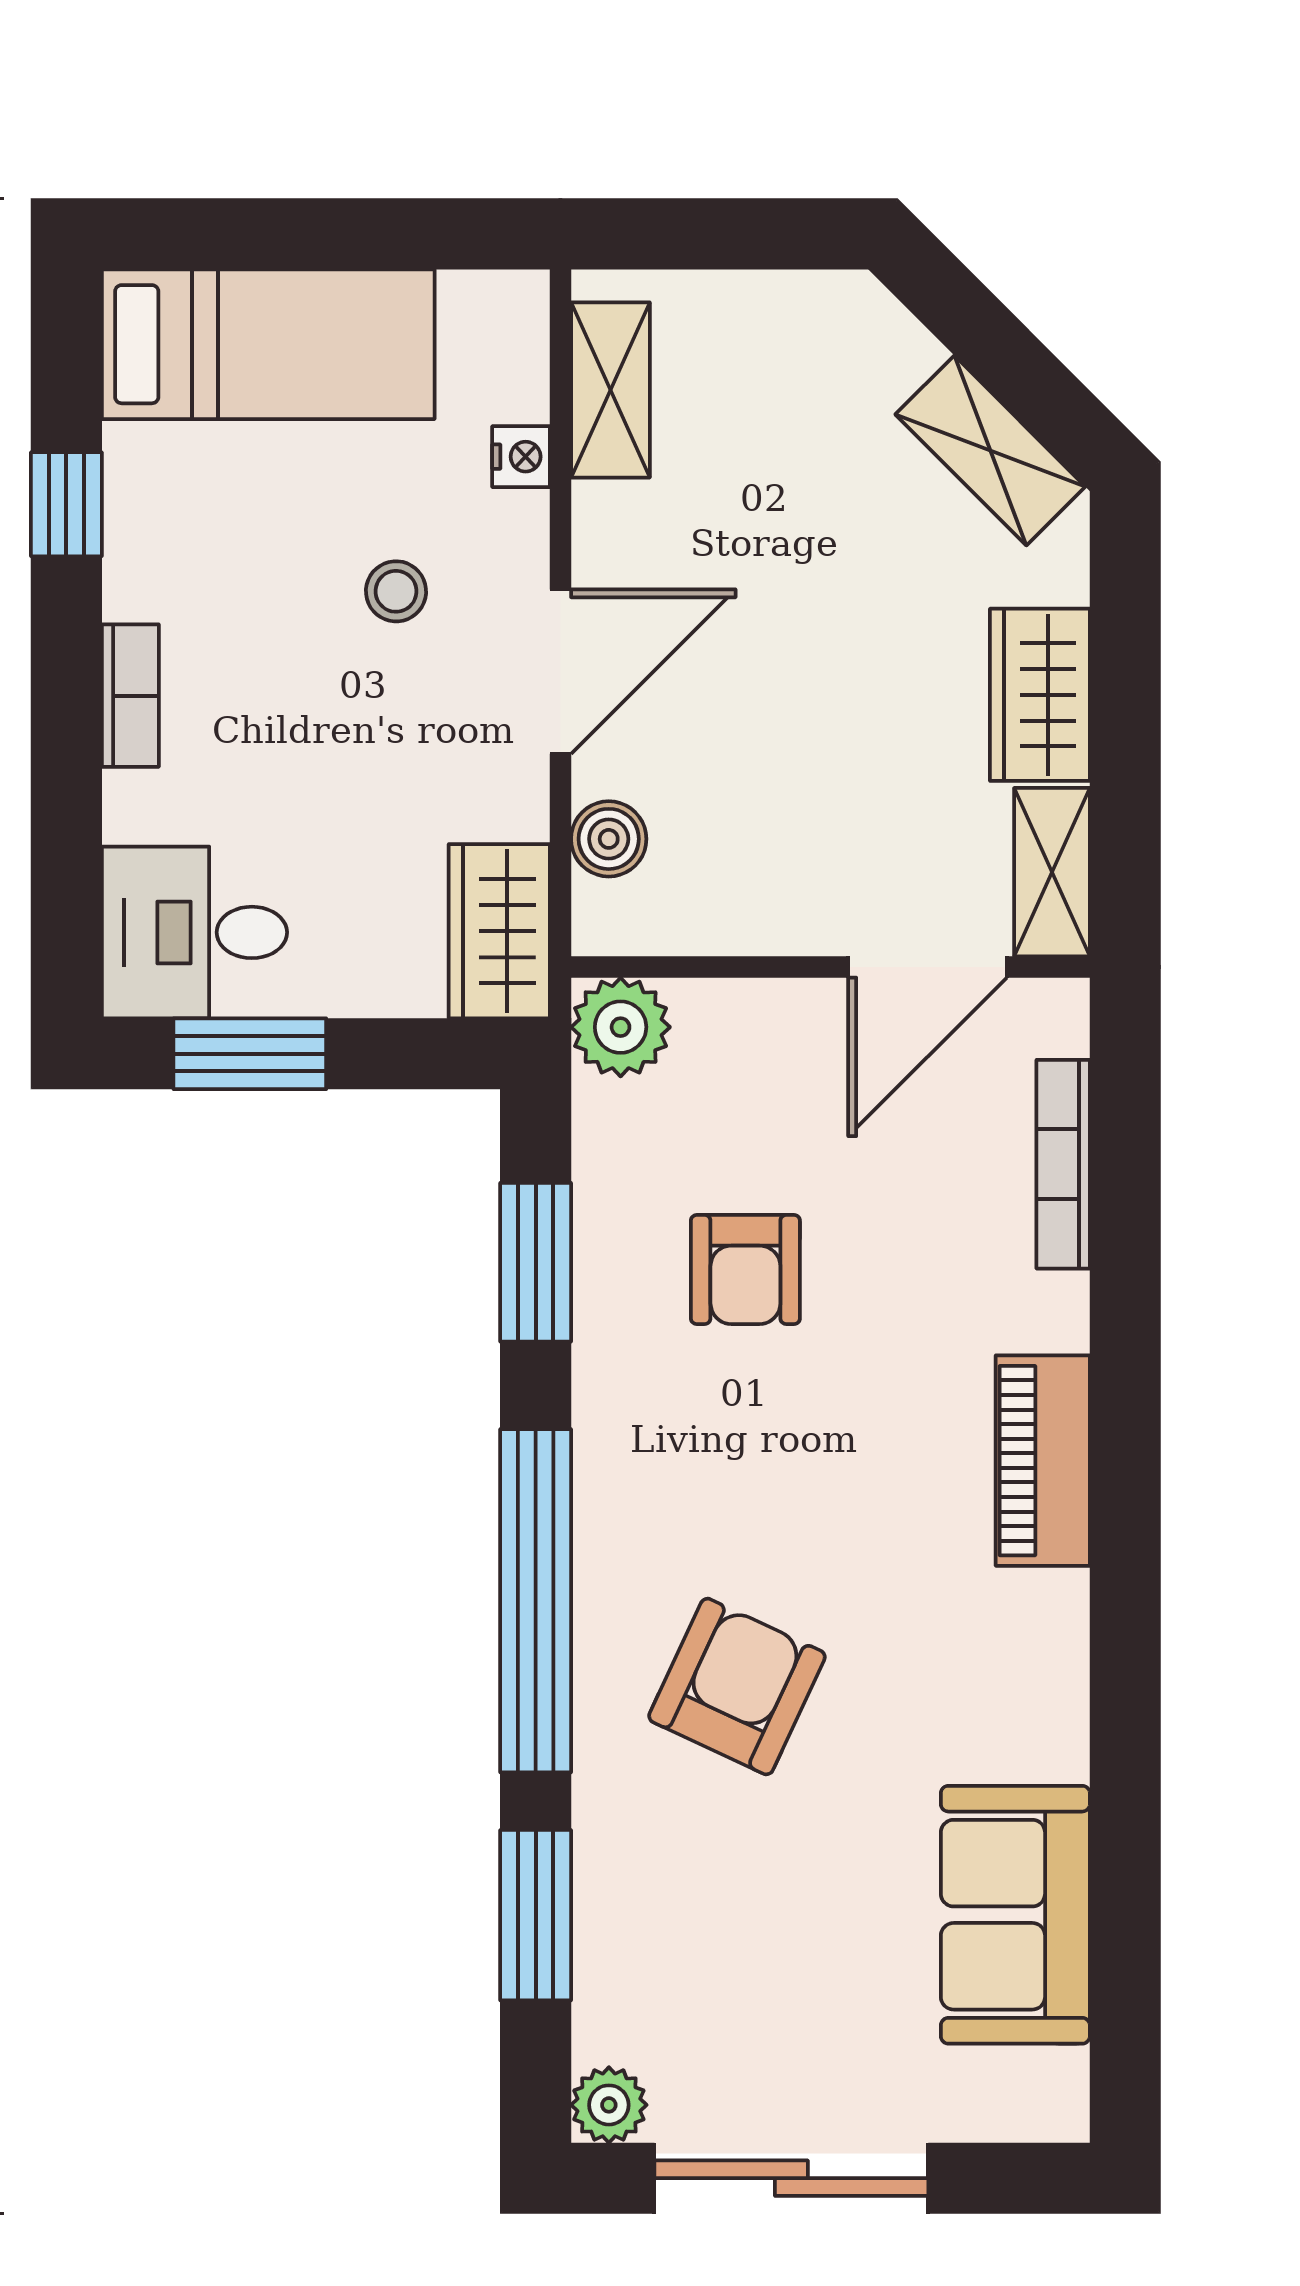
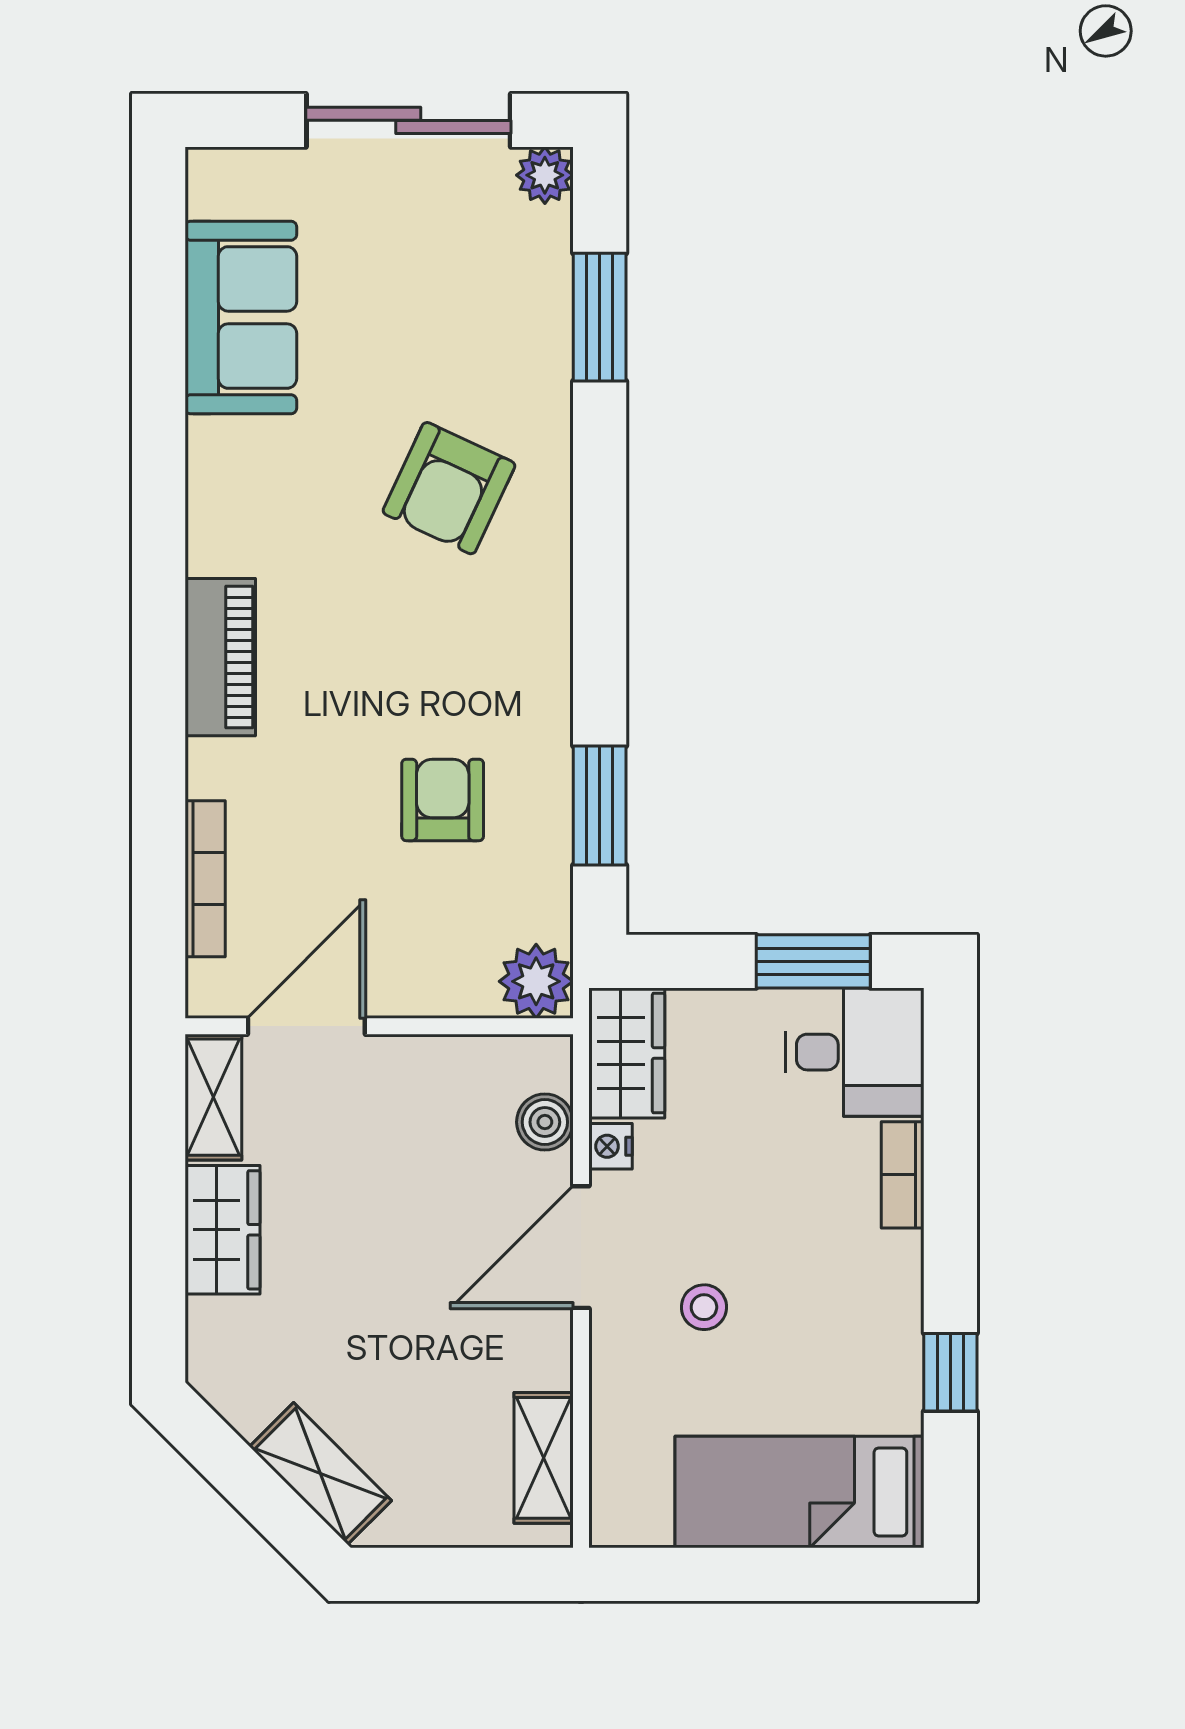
shelving: (990, 450) -> (321, 1474), moved
nightstand: (521, 457) -> (610, 1146), moved
bookcase: (130, 696) -> (903, 1175), moved
window: (536, 1601) -> (600, 552), removed

